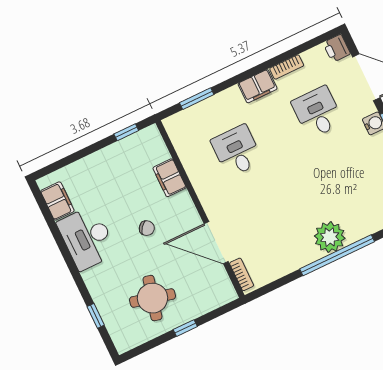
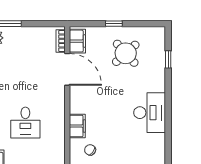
filing cabinet: (57, 201) -> (77, 41), moved, turned 180
chair: (147, 228) -> (90, 150), moved
round table: (152, 298) -> (126, 53), turned 34

